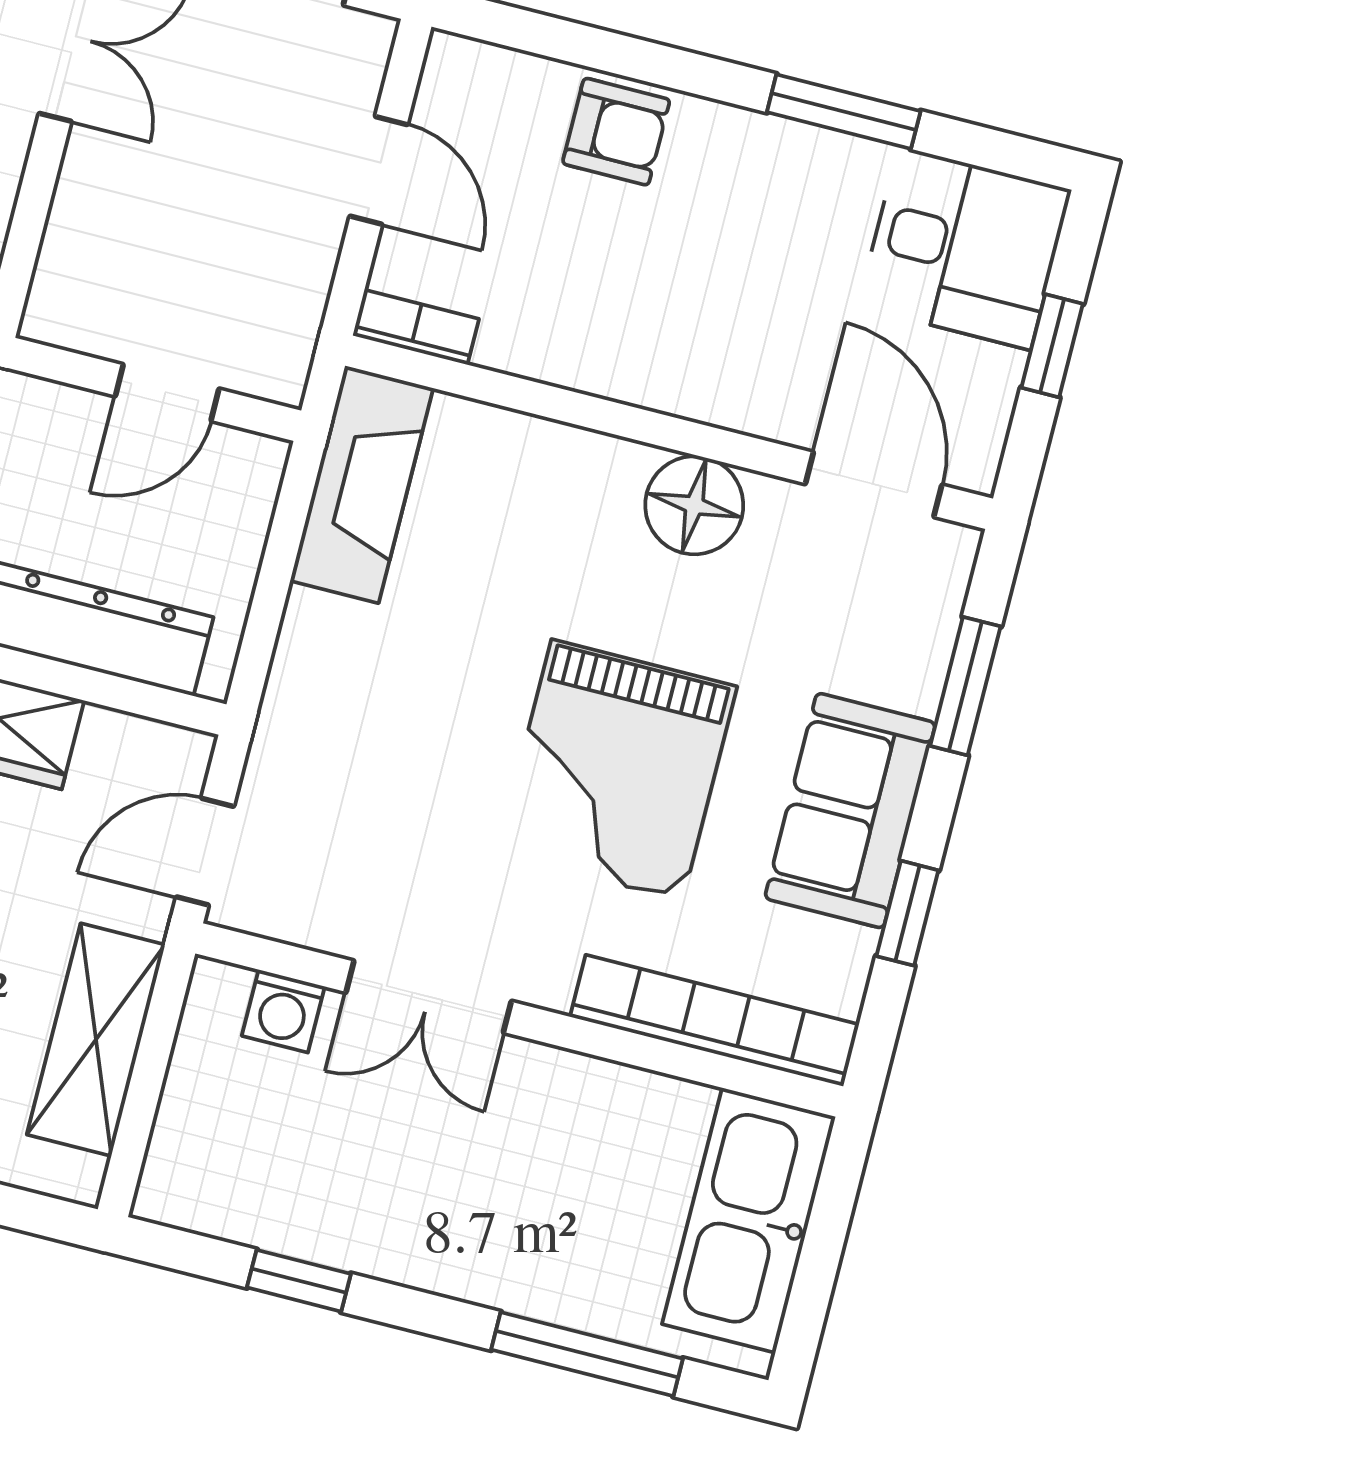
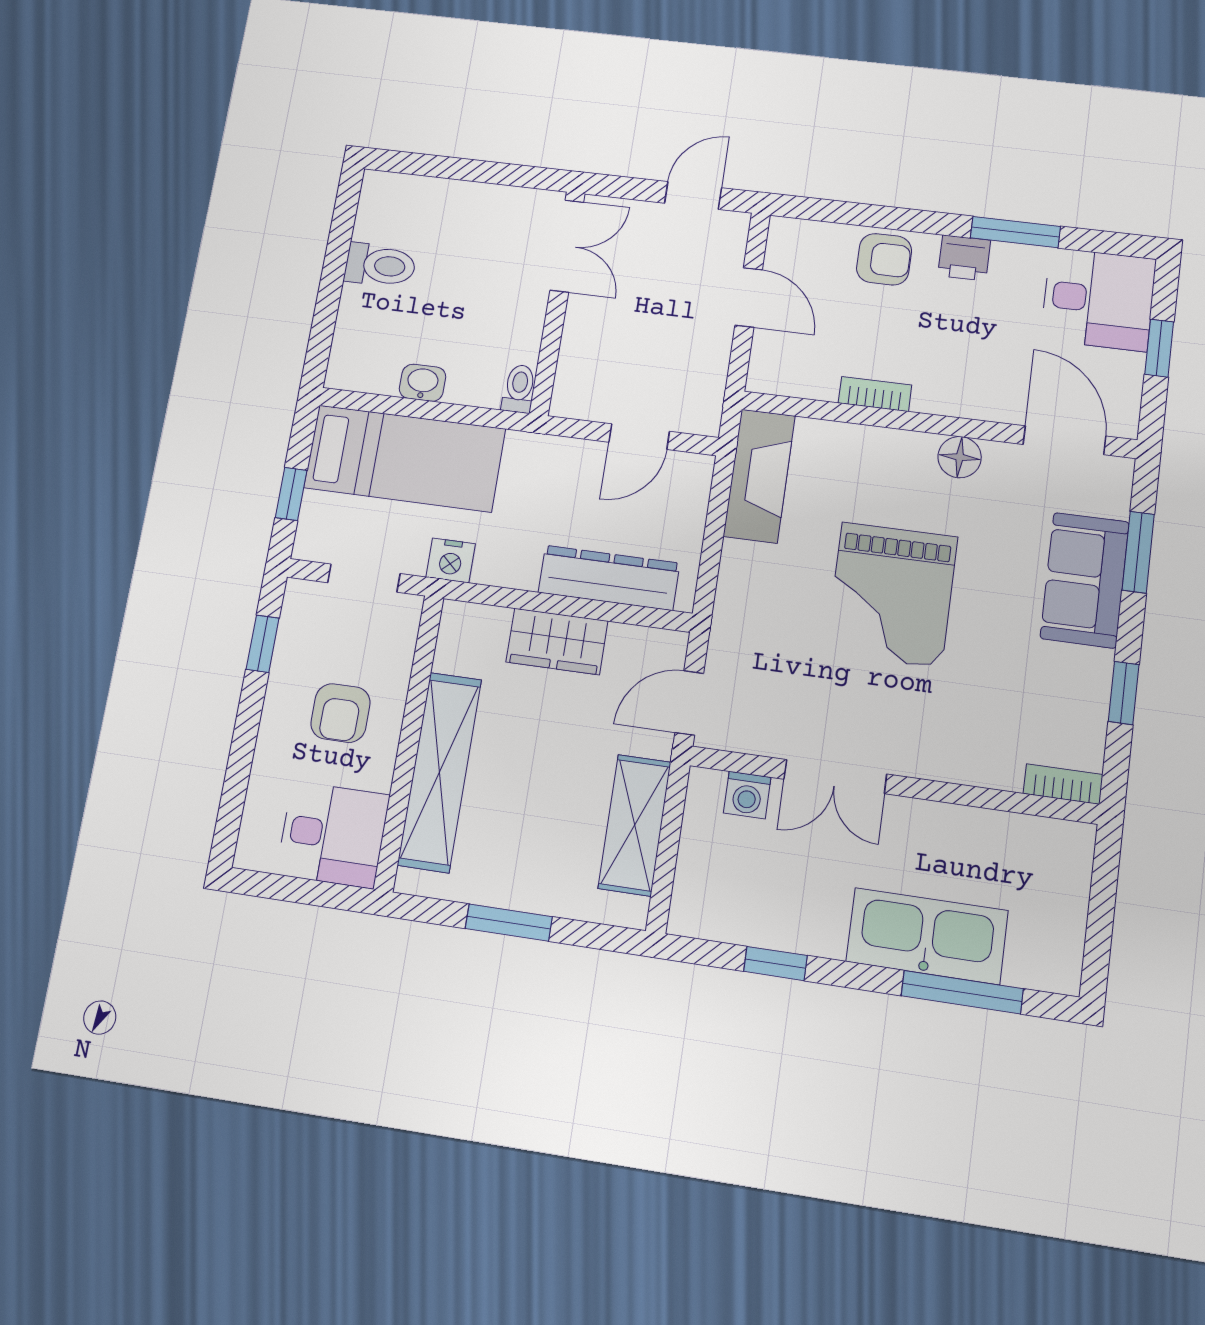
printer: (751, 146) -> (964, 258), added
bookcase: (416, 327) -> (875, 394), moved
floor lamp: (694, 505) -> (960, 457), width x0.73, depth x0.73
grand piano: (617, 770) -> (892, 595), moved
sofa: (850, 811) -> (1085, 580), moved
bookcase: (714, 1021) -> (1063, 784), width x0.43, depth x0.76
kitchen sink: (749, 1220) -> (927, 936), moved, turned 90

